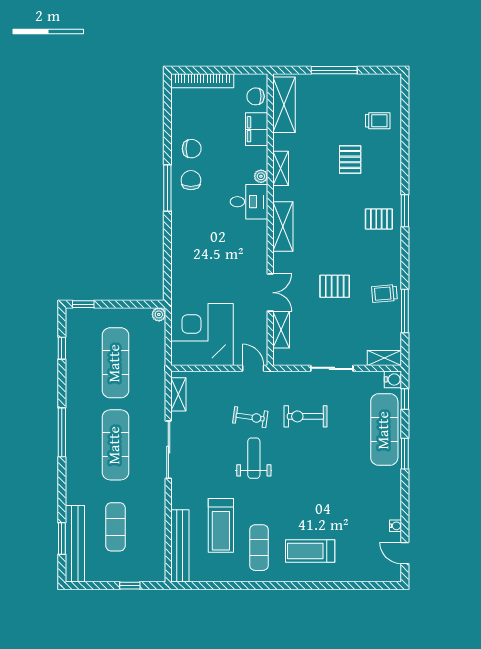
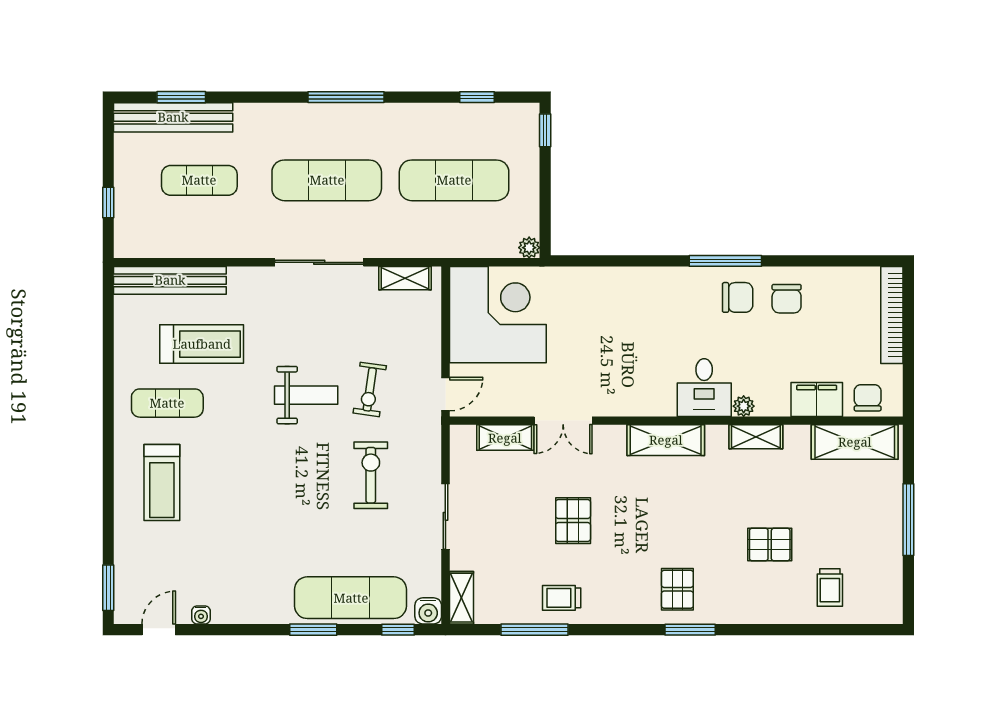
trolley: (384, 294) -> (562, 598), turned -85
treadmill: (221, 525) -> (202, 344), turned 180
treadmill: (310, 551) -> (162, 482), turned 180
window: (378, 586) -> (108, 588), added

